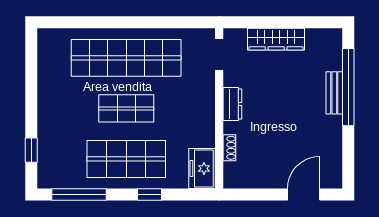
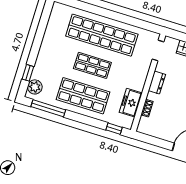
plant: (49, 168) -> (35, 87), added
freezer: (202, 168) -> (131, 103), moved
window: (150, 195) -> (114, 129), moved

